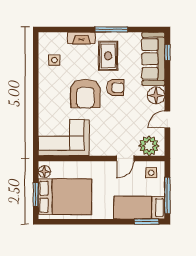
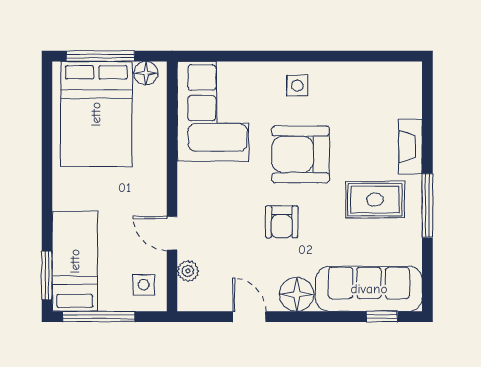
side table: (54, 60) -> (297, 85), moved
armchair: (115, 88) -> (282, 222), moved
plant: (149, 146) -> (188, 271), width x0.53, depth x0.53
window: (36, 195) -> (100, 56), width x1.44

